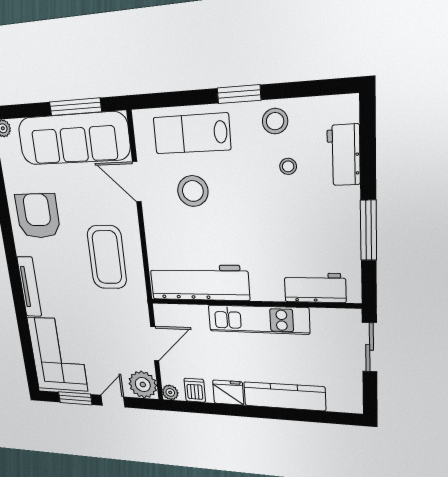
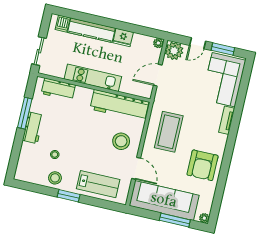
window: (75, 107) -> (175, 220), moved
workbench: (344, 155) -> (33, 128), moved
stool: (193, 191) -> (121, 141), moved
tv unit: (29, 287) -> (227, 120), width x0.71
dishwasher: (195, 390) -> (63, 24), moved

